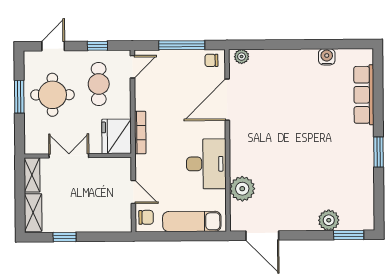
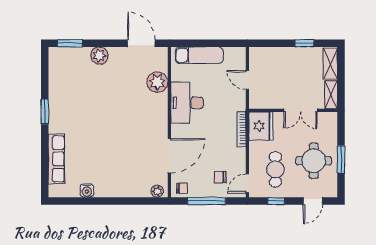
chair: (146, 217) -> (220, 177), moved
plant: (329, 220) -> (99, 56), moved

